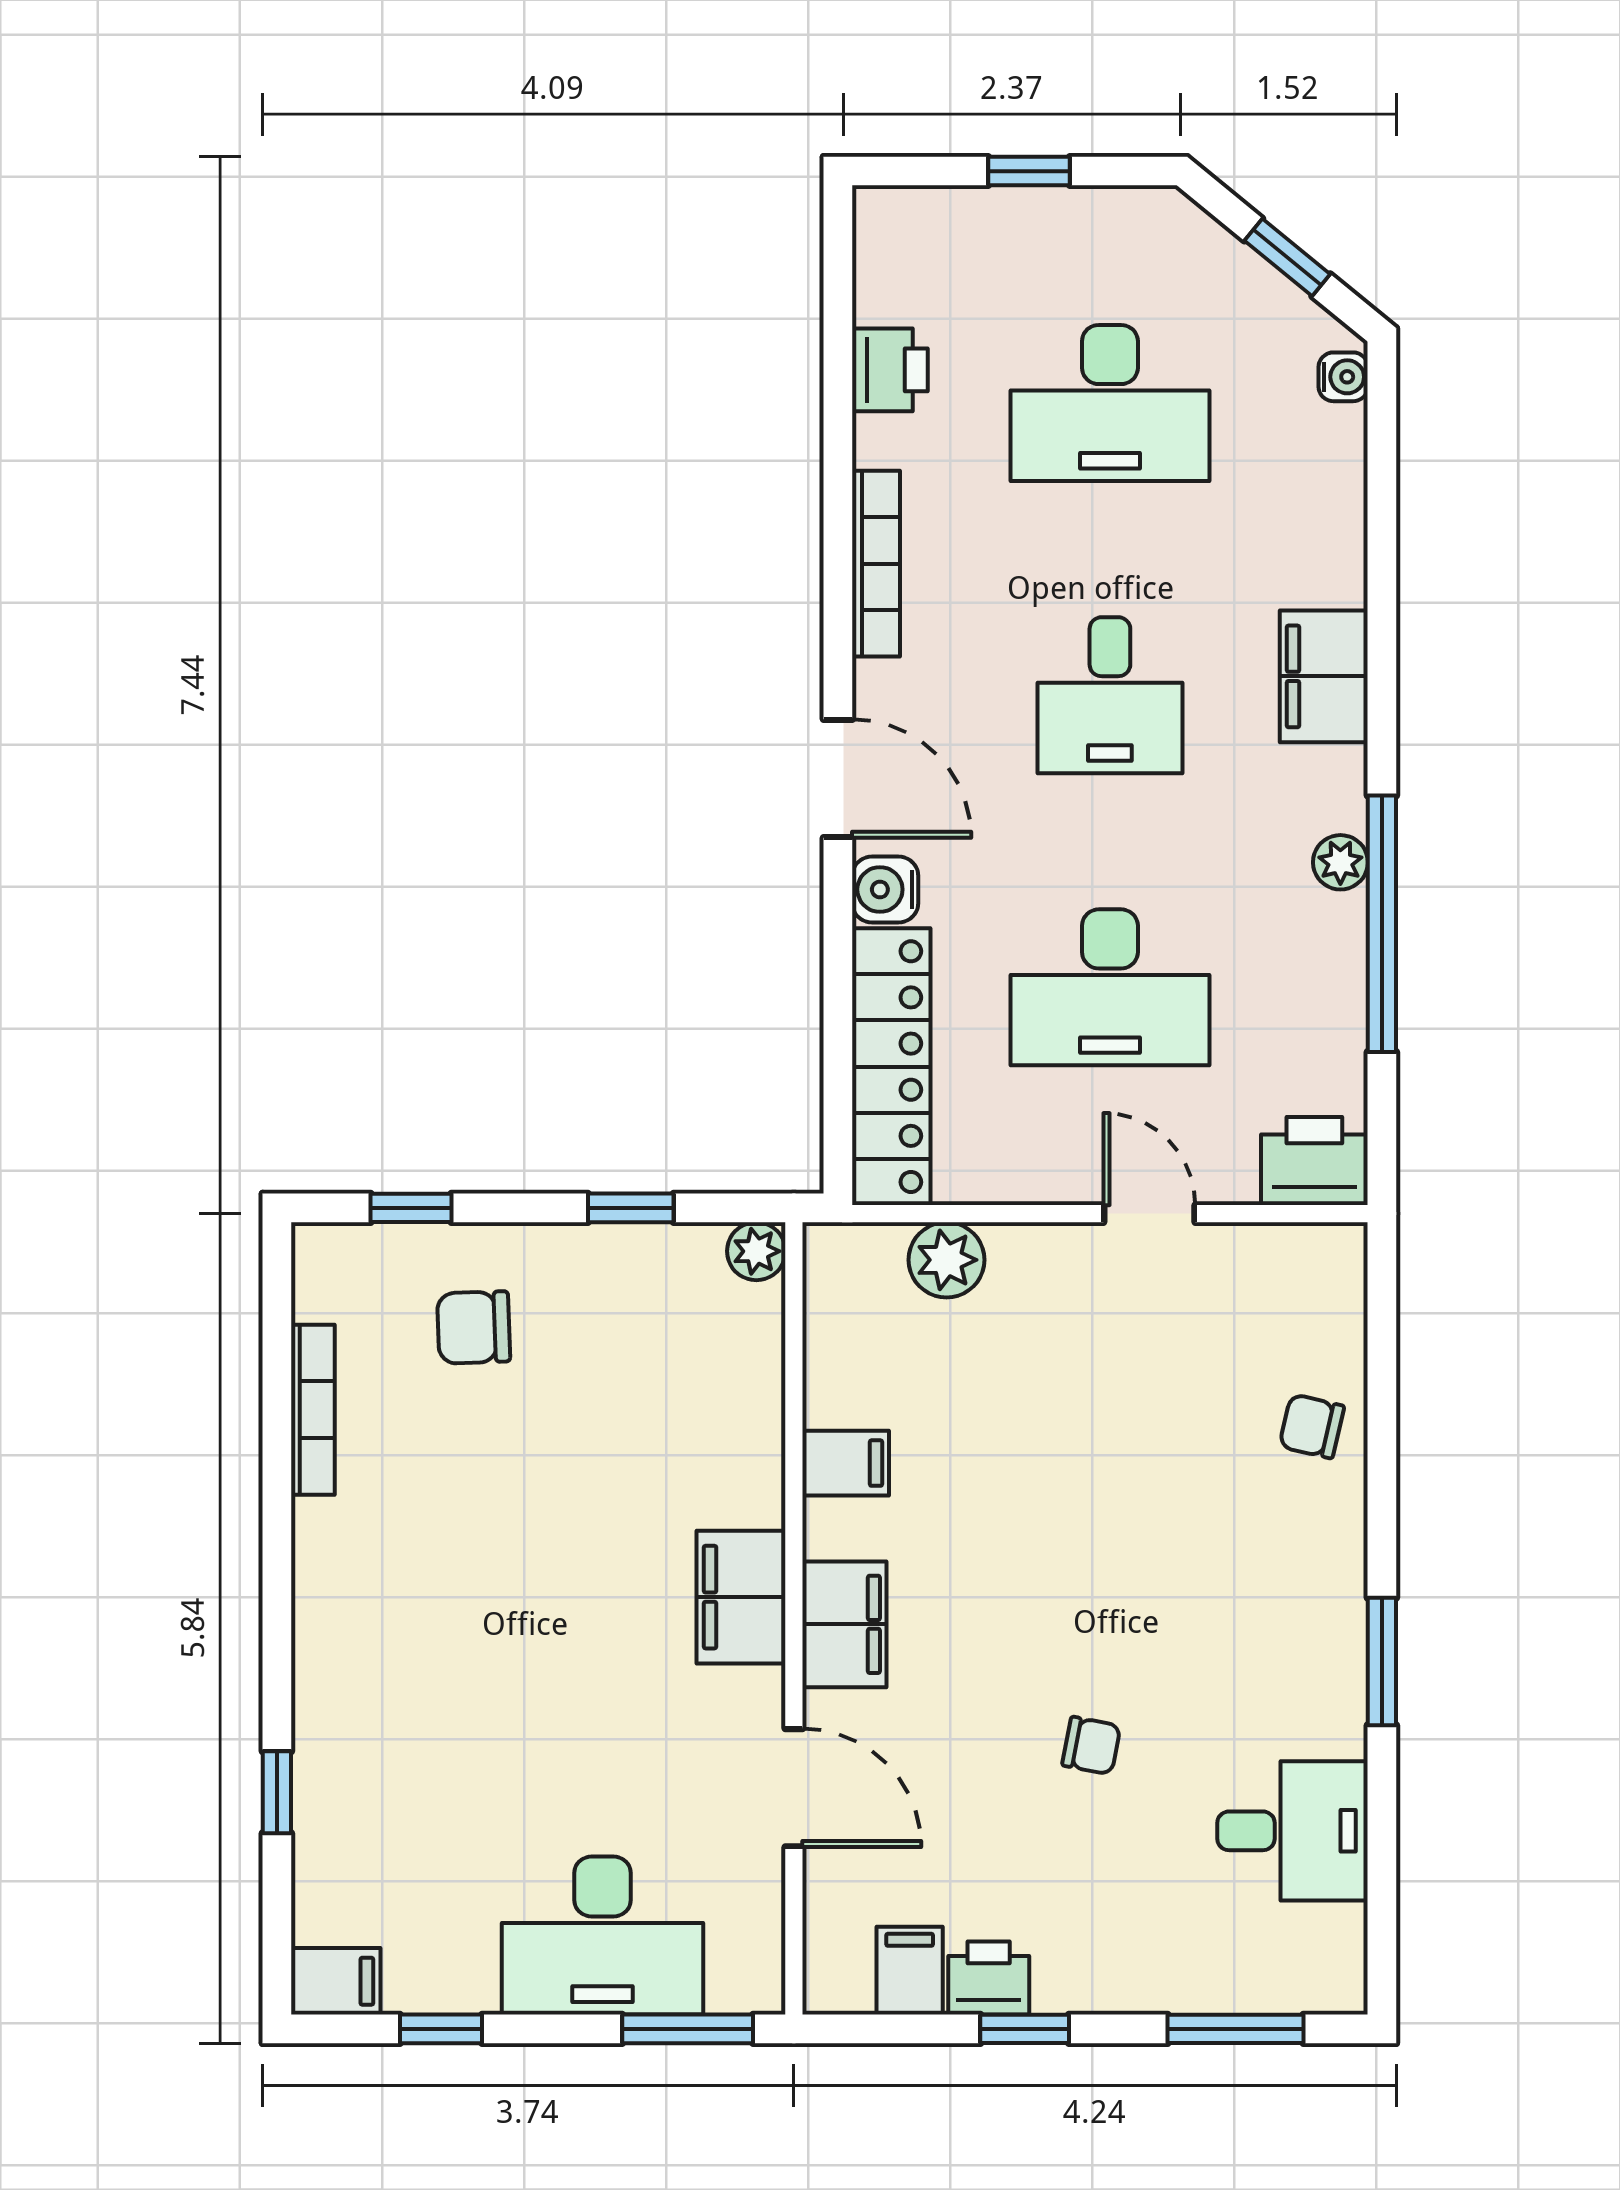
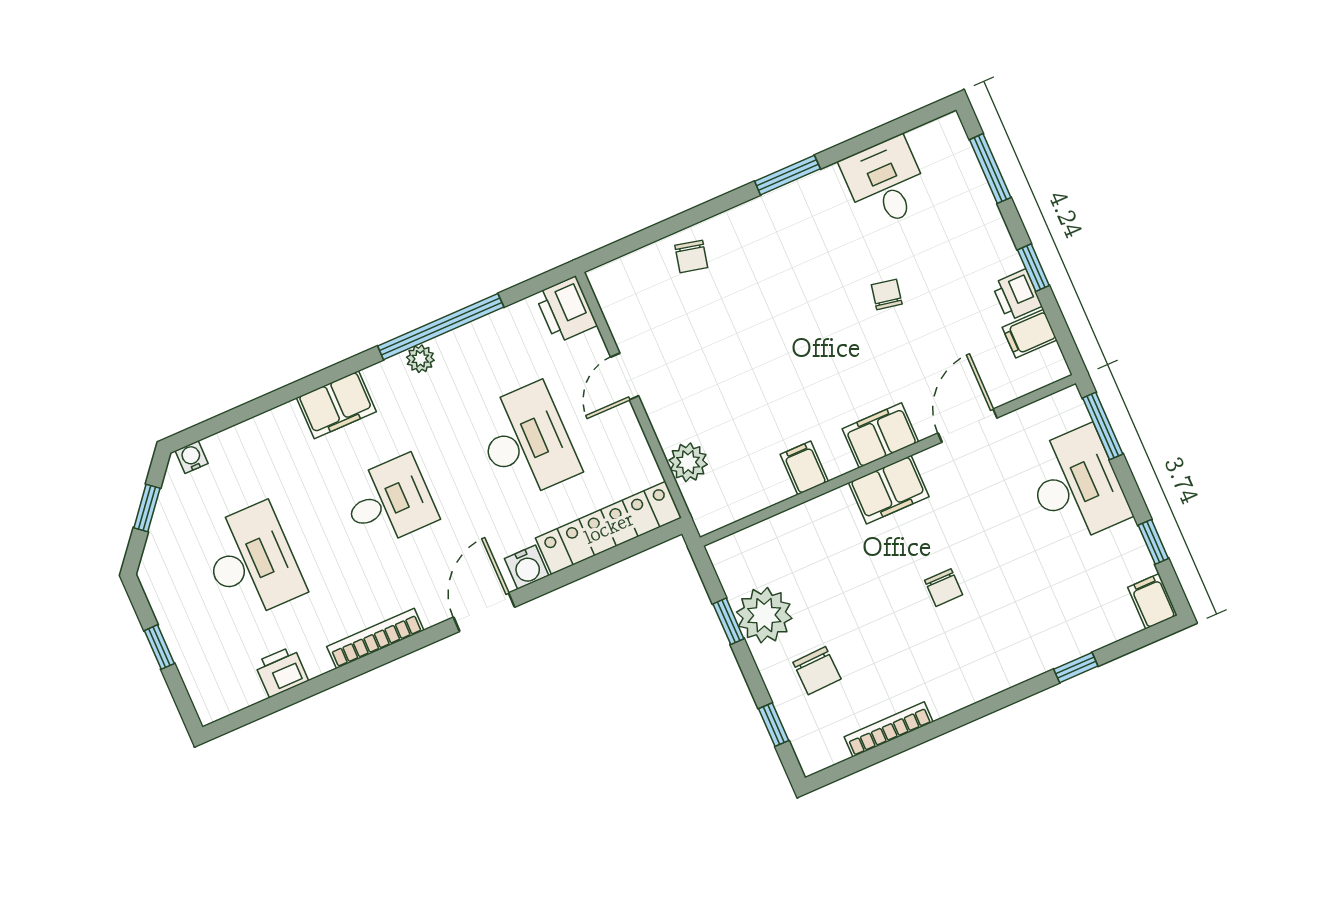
plant: (756, 1251) -> (764, 615), moved, width x1.88, depth x1.88
chair: (523, 1619) -> (944, 588), added

